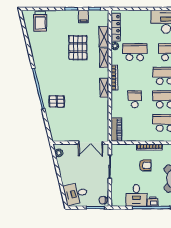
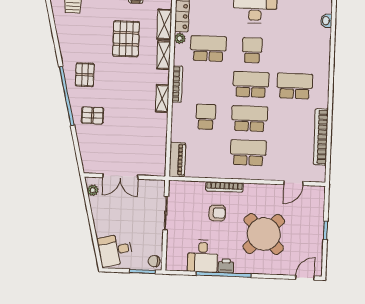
pallet: (50, 73) -> (85, 75), added
double door: (91, 143) -> (120, 176), moved

